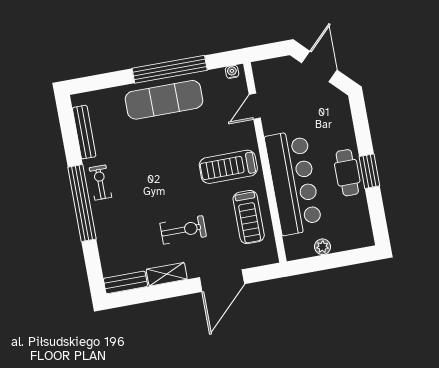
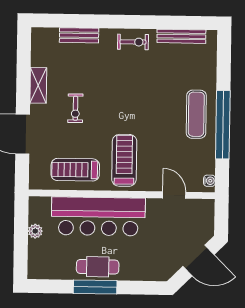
exercise mat: (164, 100) -> (196, 114), width x0.73, depth x0.69
window: (369, 171) -> (95, 287), width x1.44
window: (82, 203) -> (118, 22), removed
exercise bike: (183, 230) -> (75, 108), width x0.73, depth x0.72
bench: (125, 282) -> (79, 35), moved, turned 90

